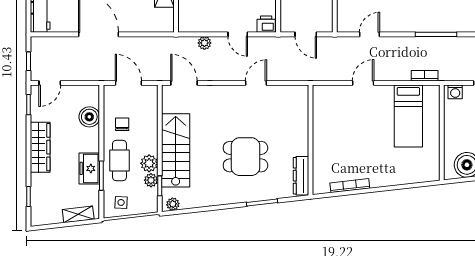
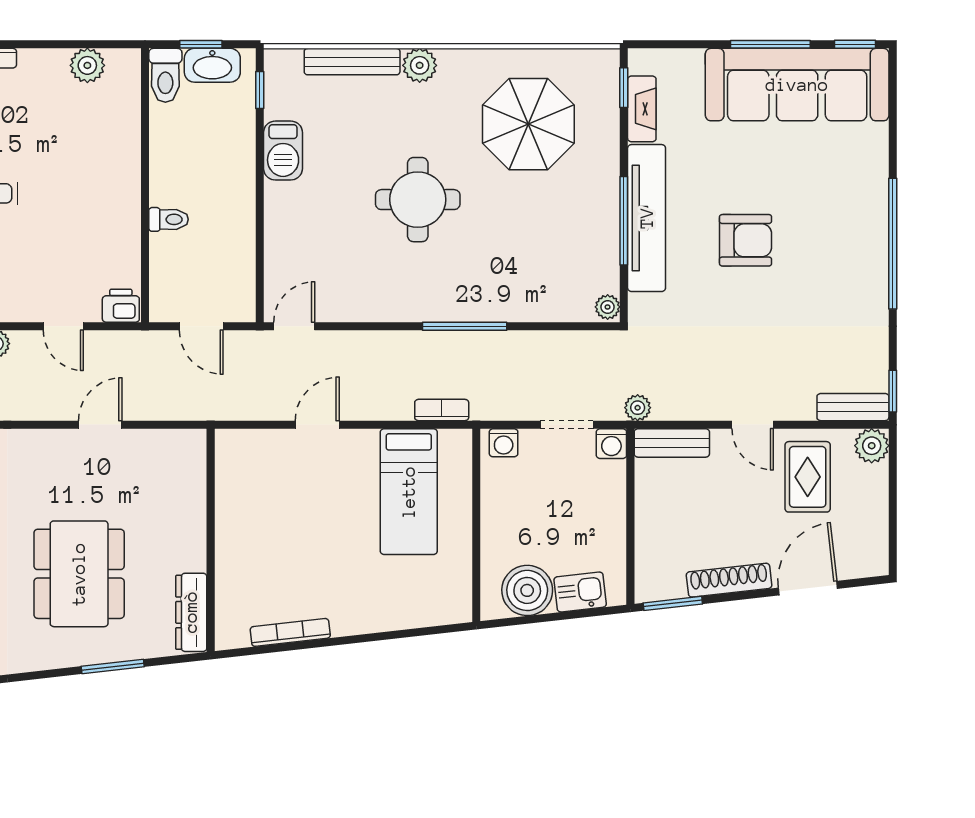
door: (370, 34) -> (294, 326), moved
dining table: (245, 157) -> (79, 574), width x1.38

